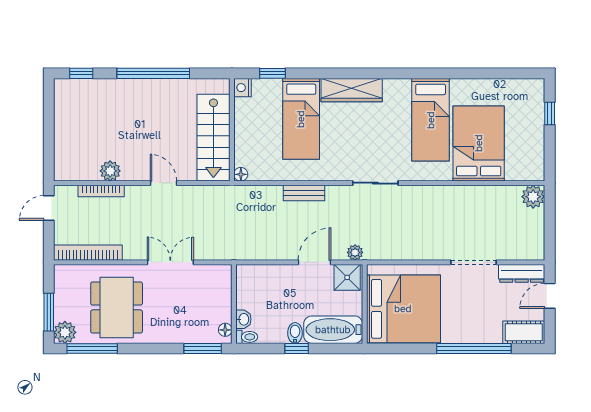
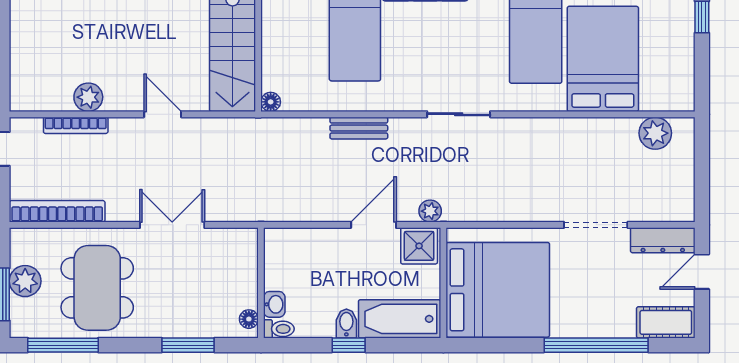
plant: (533, 197) -> (655, 133), moved
plant: (65, 332) -> (25, 281), moved
window: (203, 348) -> (188, 345), moved

